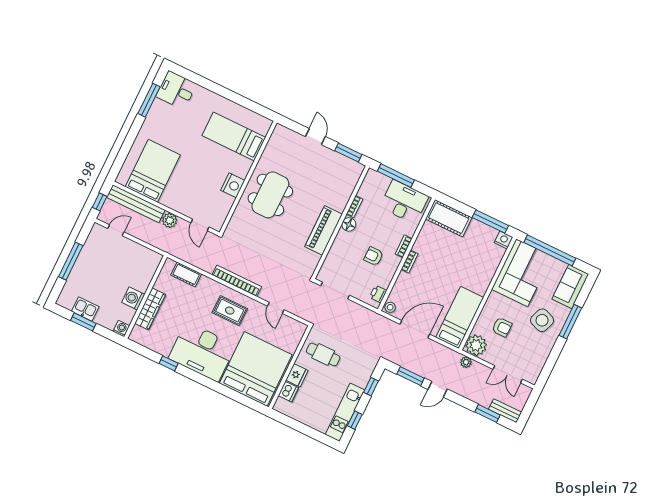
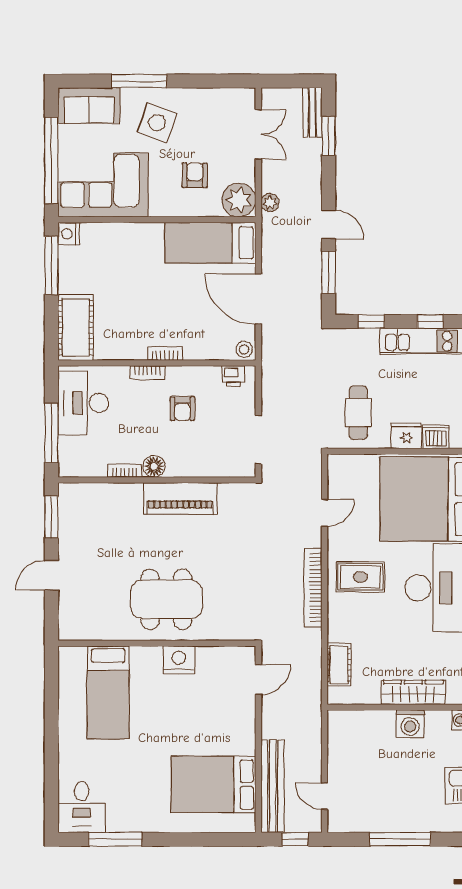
plant: (170, 220) -> (273, 726), removed
rug: (230, 311) -> (360, 577), turned 90

